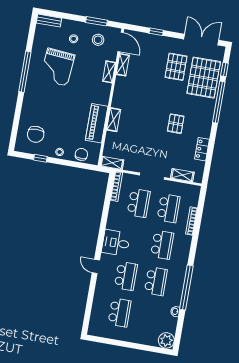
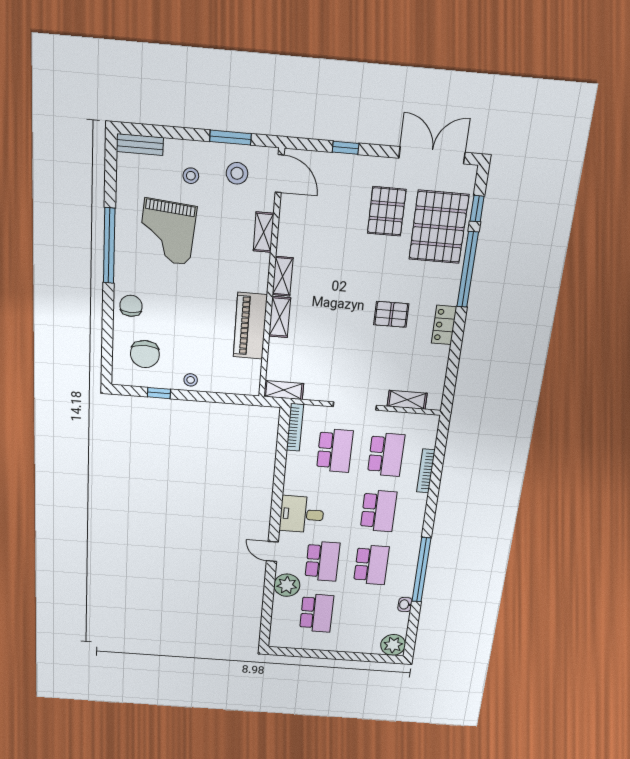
shelving: (123, 65) -> (283, 276), moved
pallet: (176, 124) -> (391, 314), turned 90
locker: (202, 149) -> (444, 325), moved
chair: (81, 154) -> (131, 306), moved
plant: (103, 291) -> (287, 585), added

